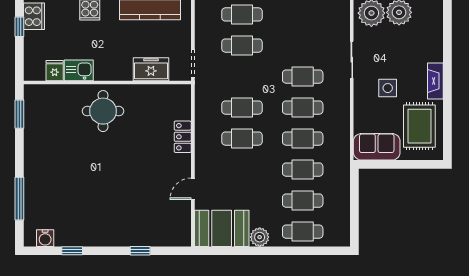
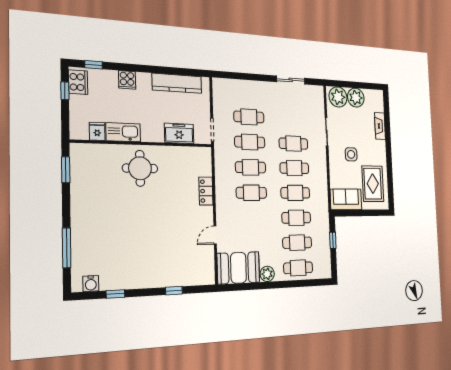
cafe table: (242, 14) -> (250, 142), moved
kitchen sink: (79, 70) -> (123, 132), width x1.38
fireplace: (435, 81) -> (380, 126), moved
window: (354, 199) -> (333, 240), added

